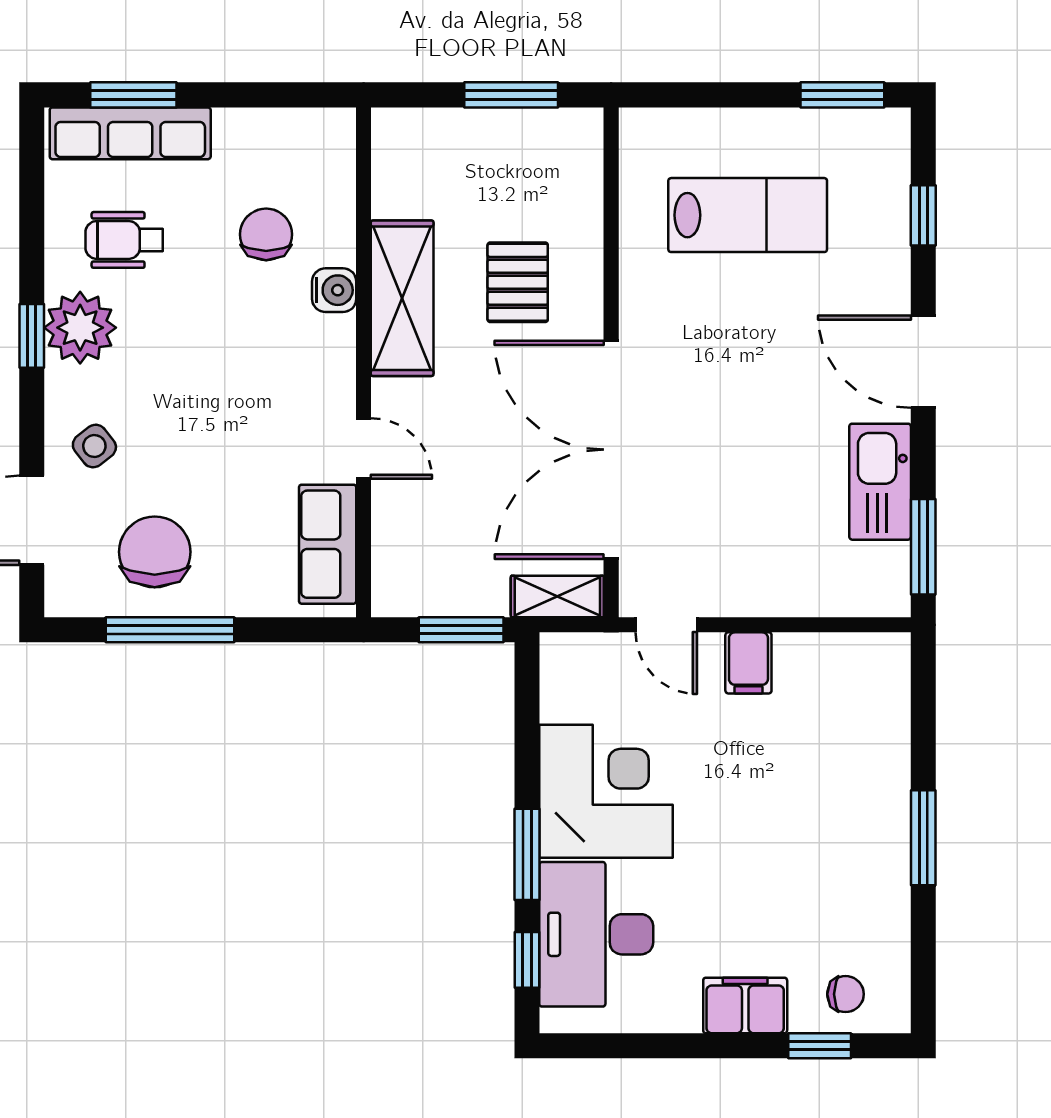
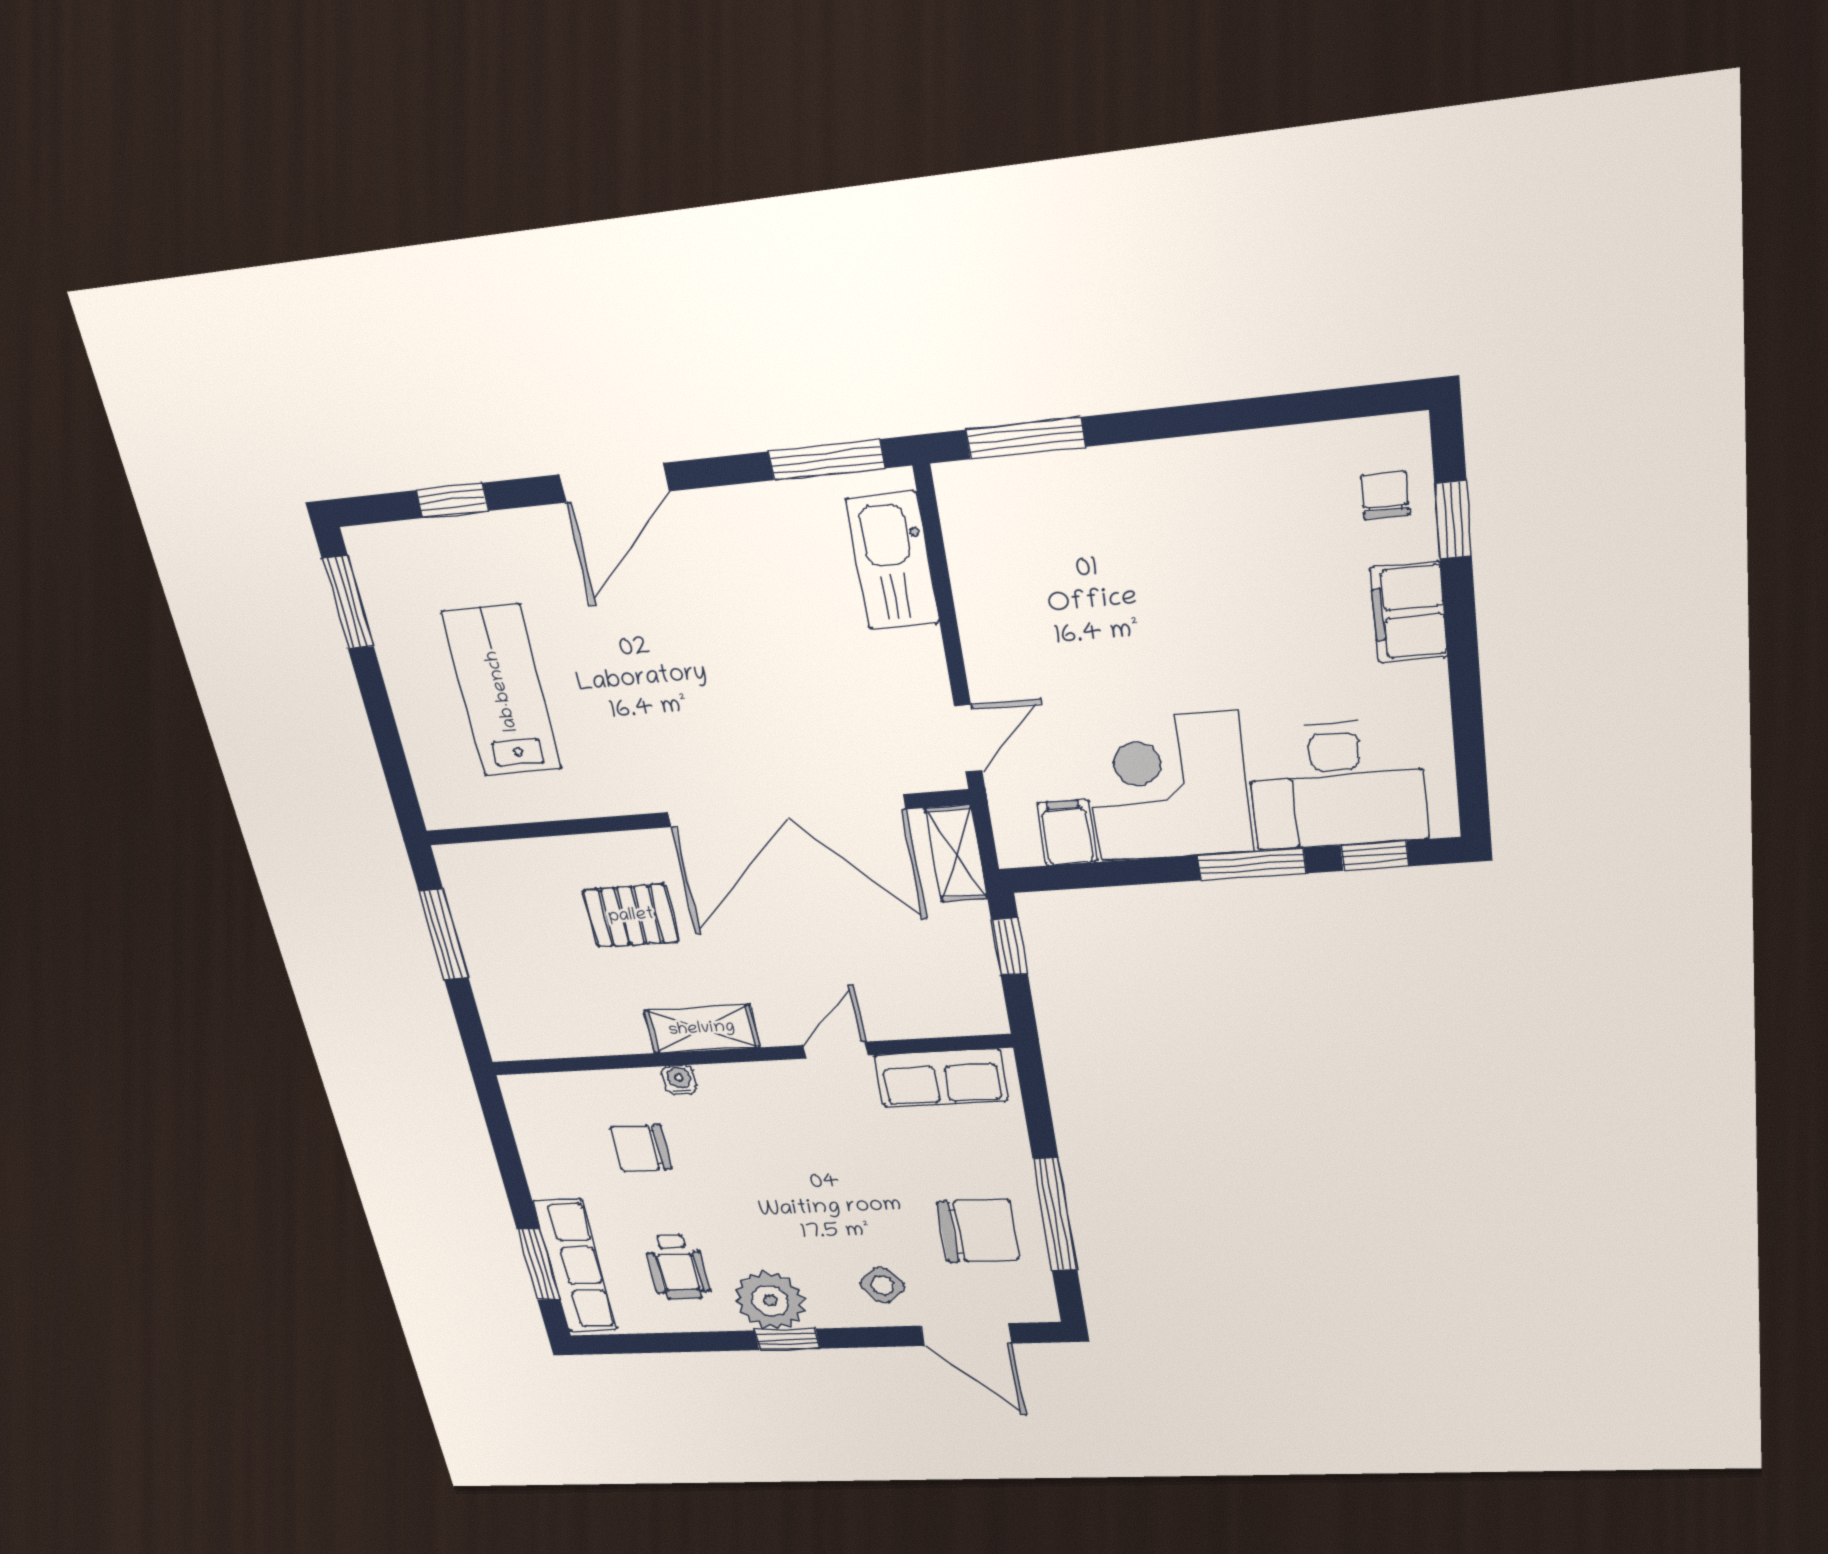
water cooler: (334, 290) -> (679, 1080), width x0.72, depth x0.72
shelving: (402, 298) -> (702, 1029), width x0.67, depth x0.75
kitchen sink: (880, 482) -> (893, 561), moved, turned 90
chair: (155, 552) -> (978, 1231), turned 180
window: (461, 630) -> (1009, 947), width x0.67
filing cabinet: (748, 663) -> (1067, 832), moved, turned -90
window: (923, 838) -> (1025, 438), moved

